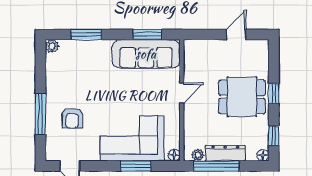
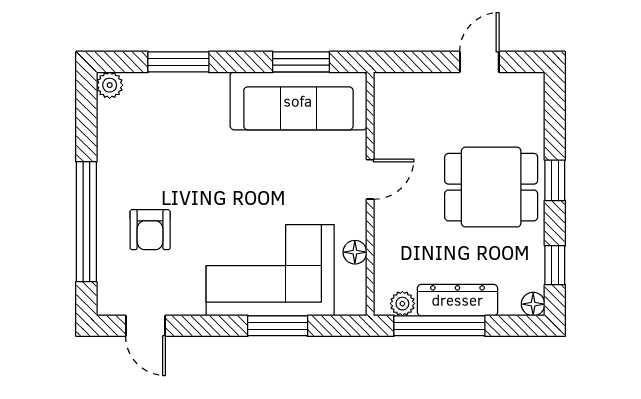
window: (40, 114) -> (86, 222), width x1.46
floor lamp: (174, 155) -> (355, 252), moved

